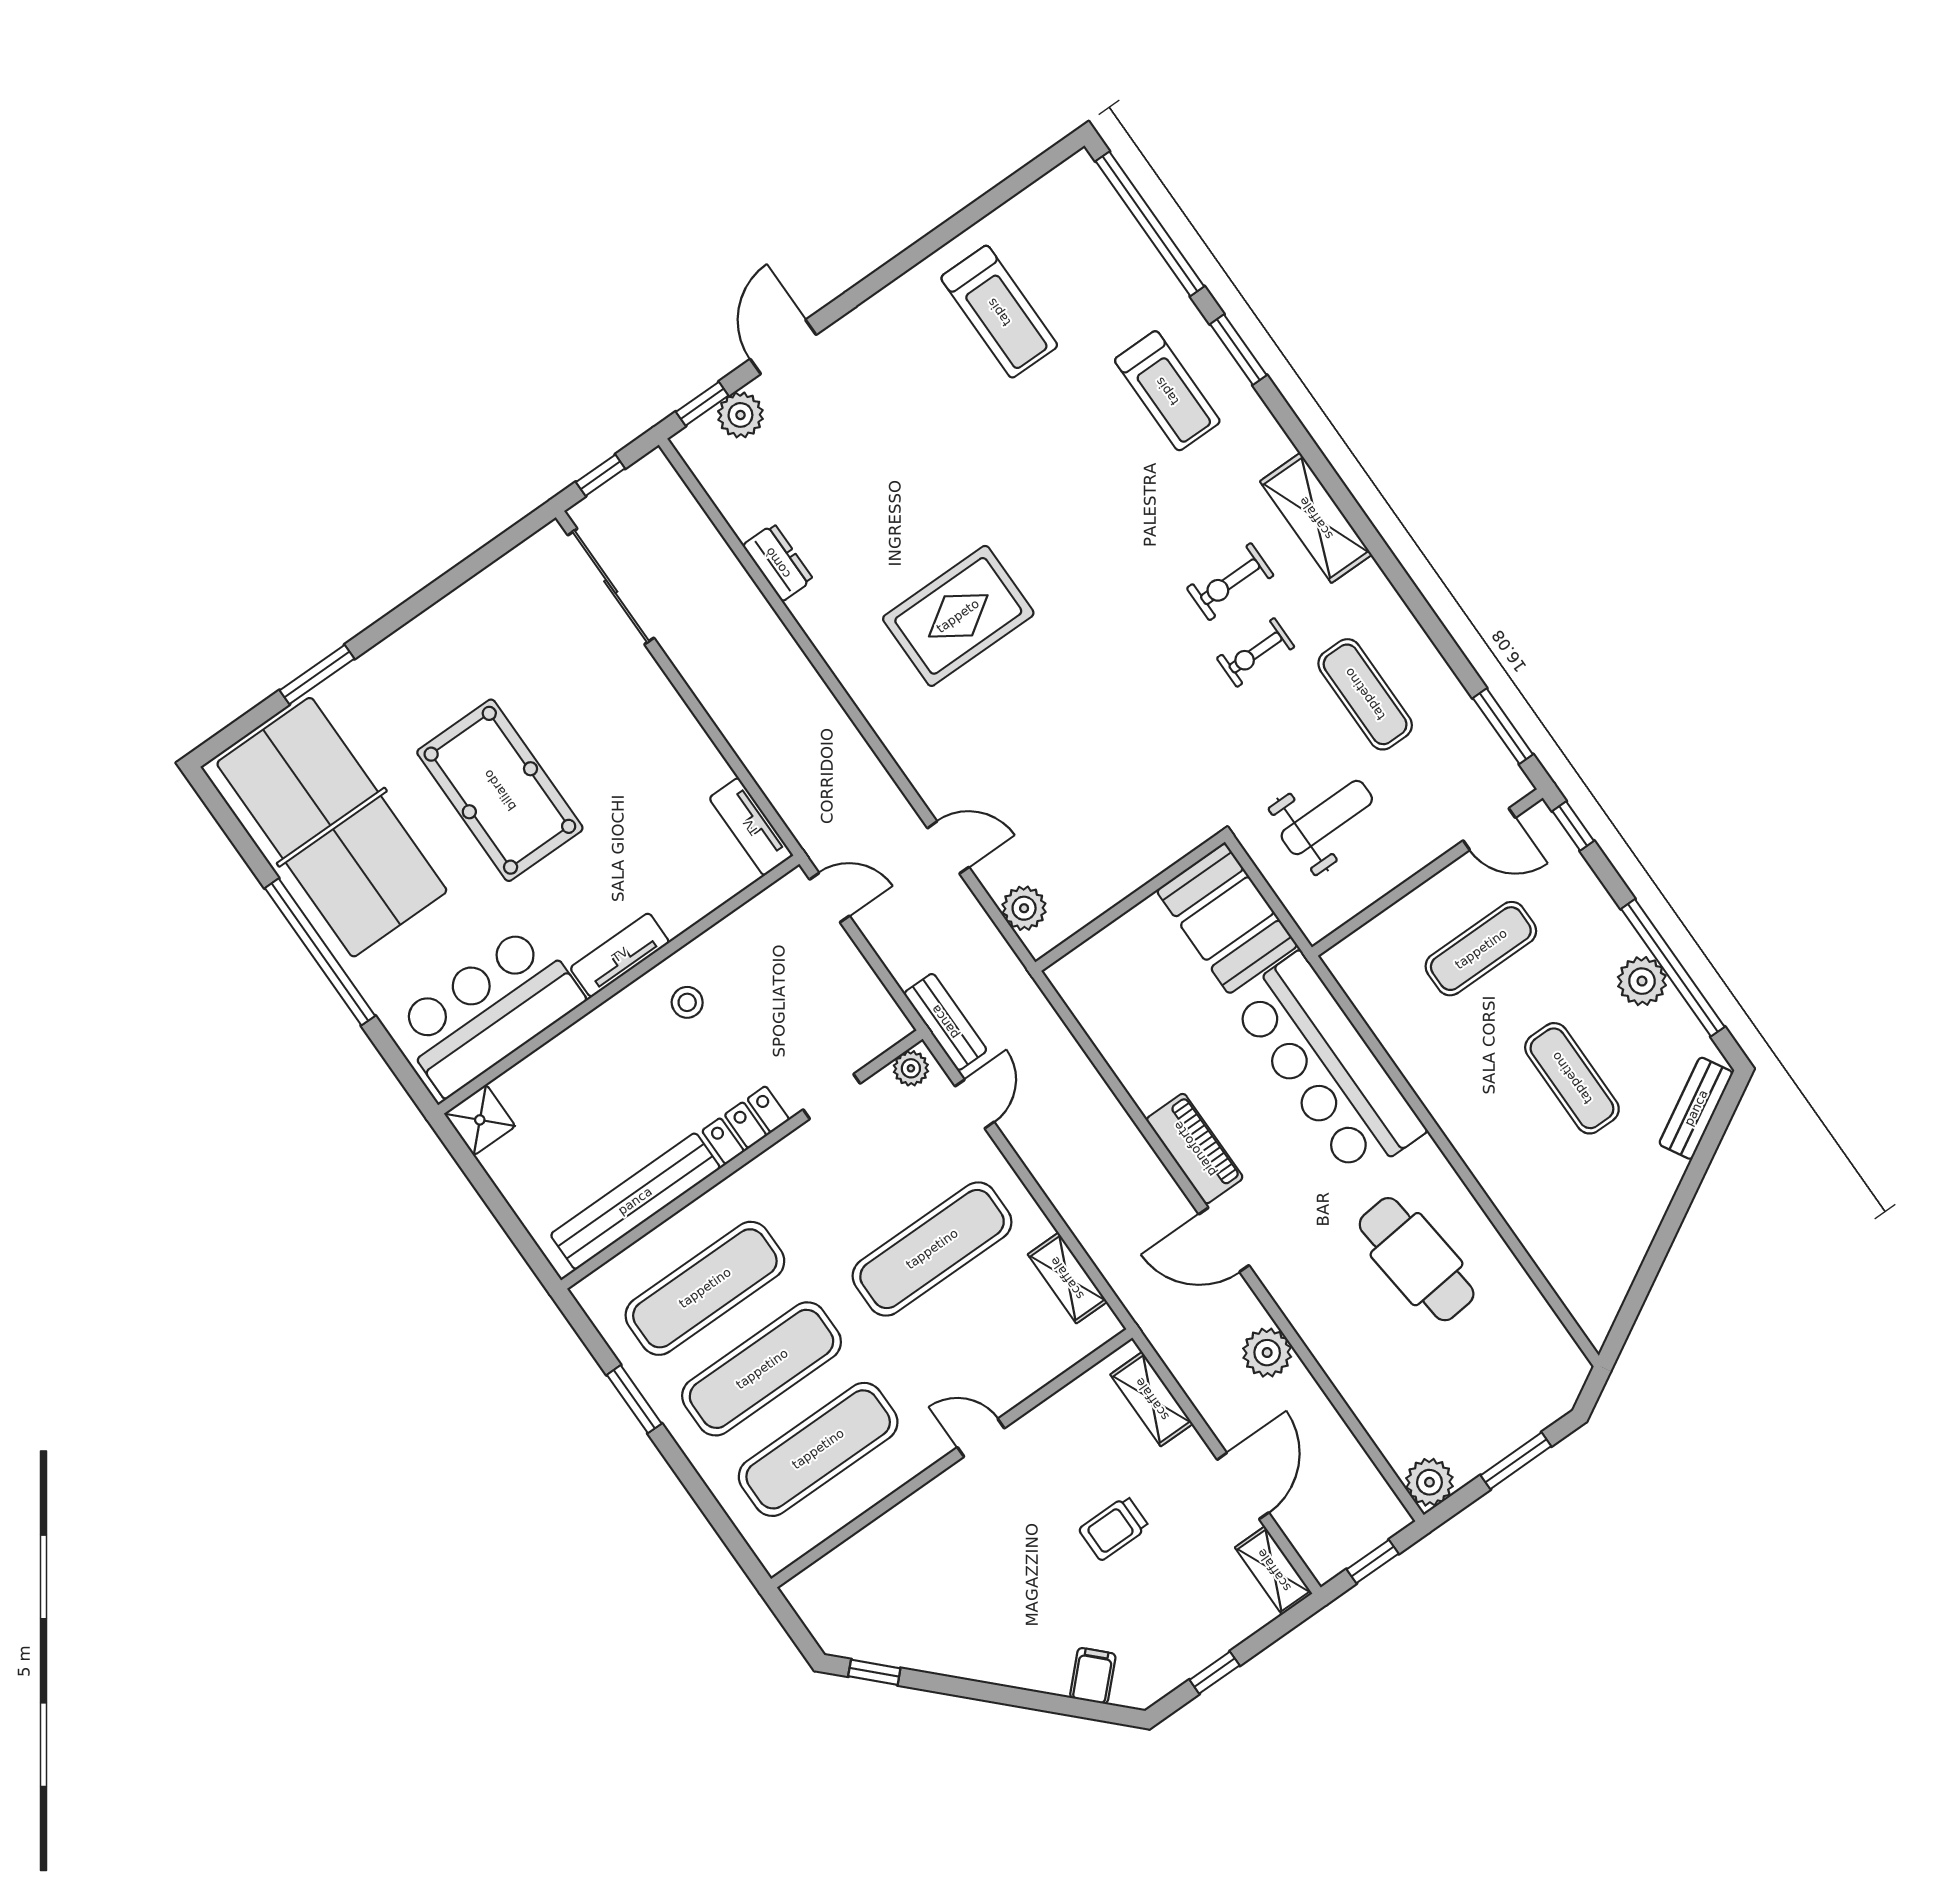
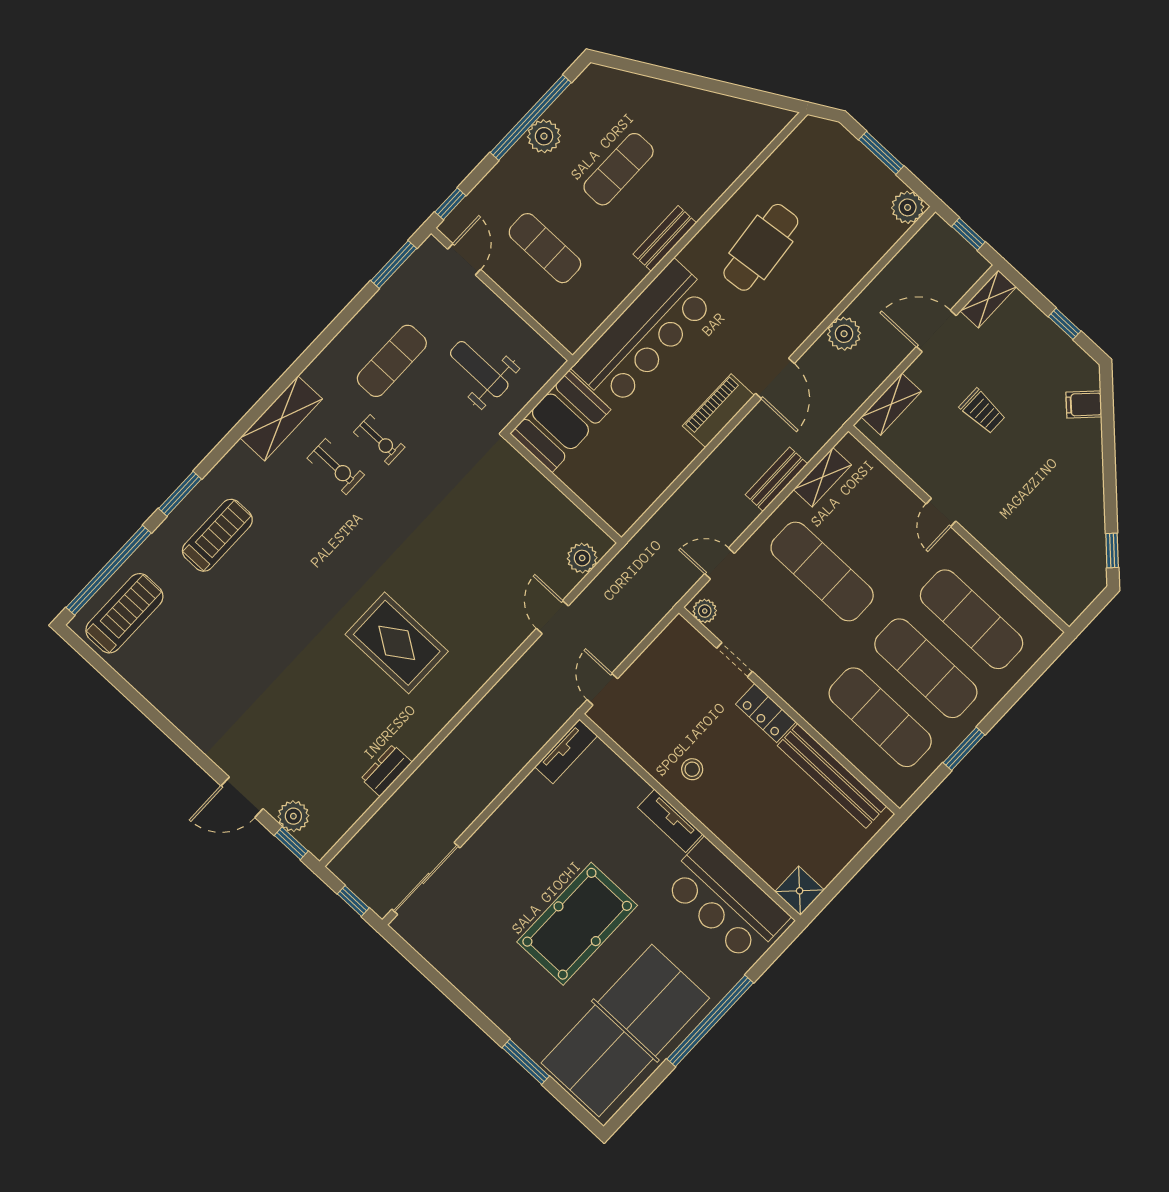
treadmill: (999, 312) -> (124, 613), moved
bench: (945, 1022) -> (776, 479), moved
bench: (1696, 1108) -> (665, 238), moved, turned -60

